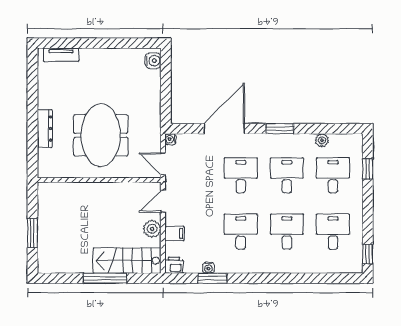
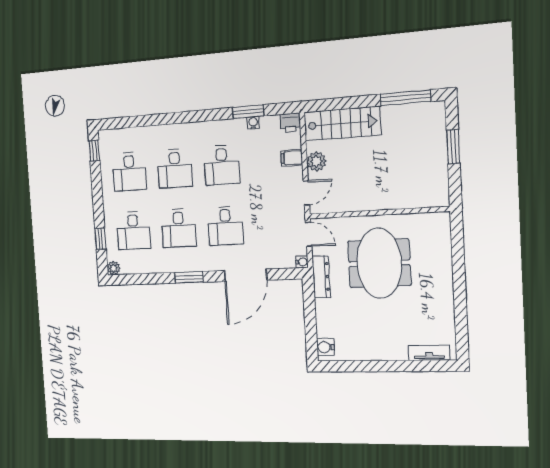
dresser: (45, 129) -> (321, 277), moved, turned 180
plant: (322, 140) -> (114, 268), moved
window: (105, 278) -> (405, 98), moved

